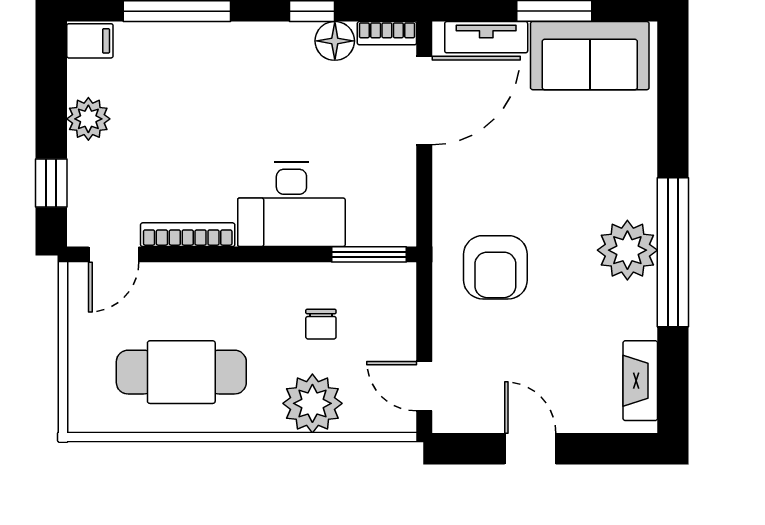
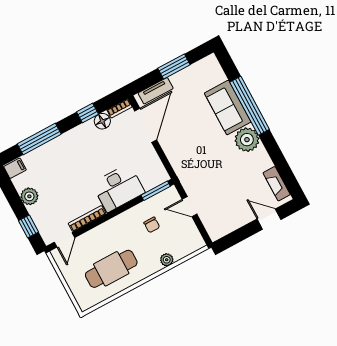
sofa: (590, 56) -> (228, 108), moved, turned 90
window: (673, 252) -> (250, 106), moved
armchair: (495, 267) -> (203, 171), removed
door: (424, 386) -> (190, 207), moved
plant: (312, 403) -> (167, 260), width x0.53, depth x0.53
door: (530, 449) -> (269, 219), moved

